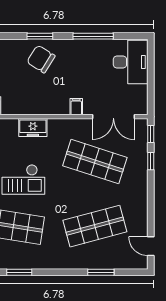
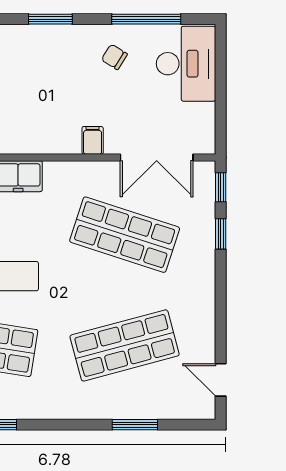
window: (40, 36) -> (50, 19), moved
window: (93, 36) -> (146, 19), moved
chair: (41, 59) -> (114, 57), moved, width x0.54, depth x0.54

